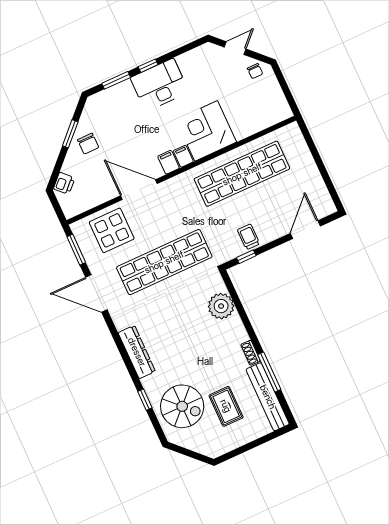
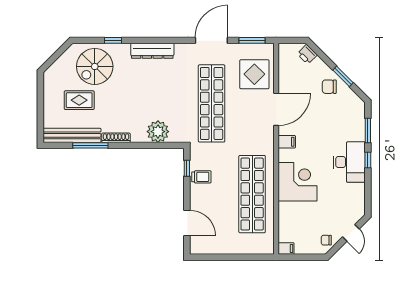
filing cabinet: (183, 156) -> (286, 249), moved
shoe rack: (250, 353) -> (116, 138), width x1.43

